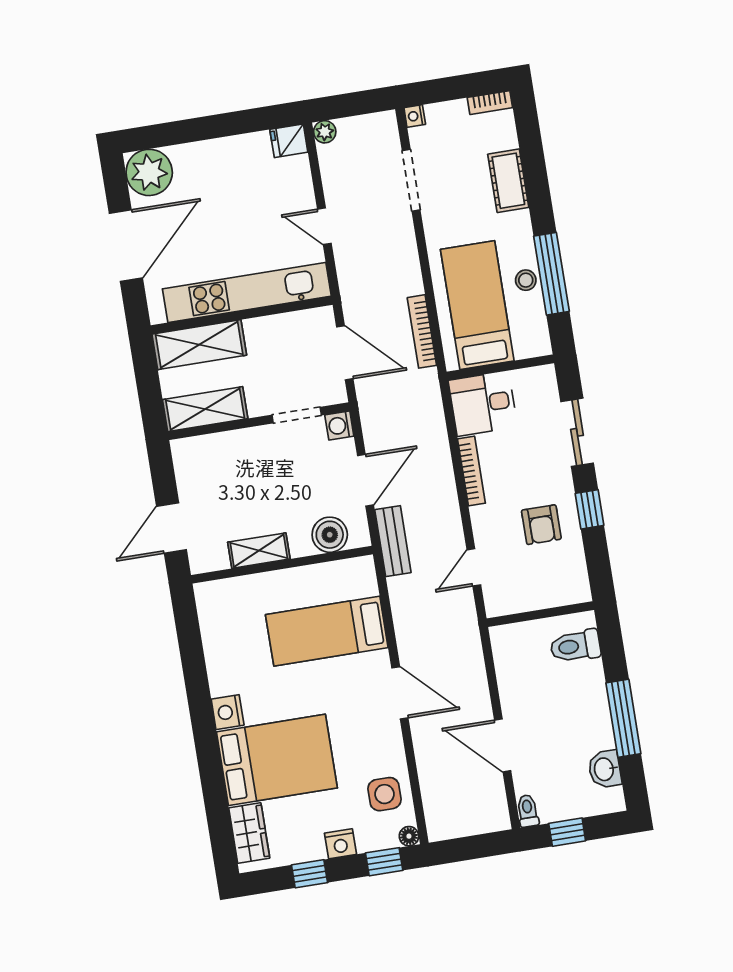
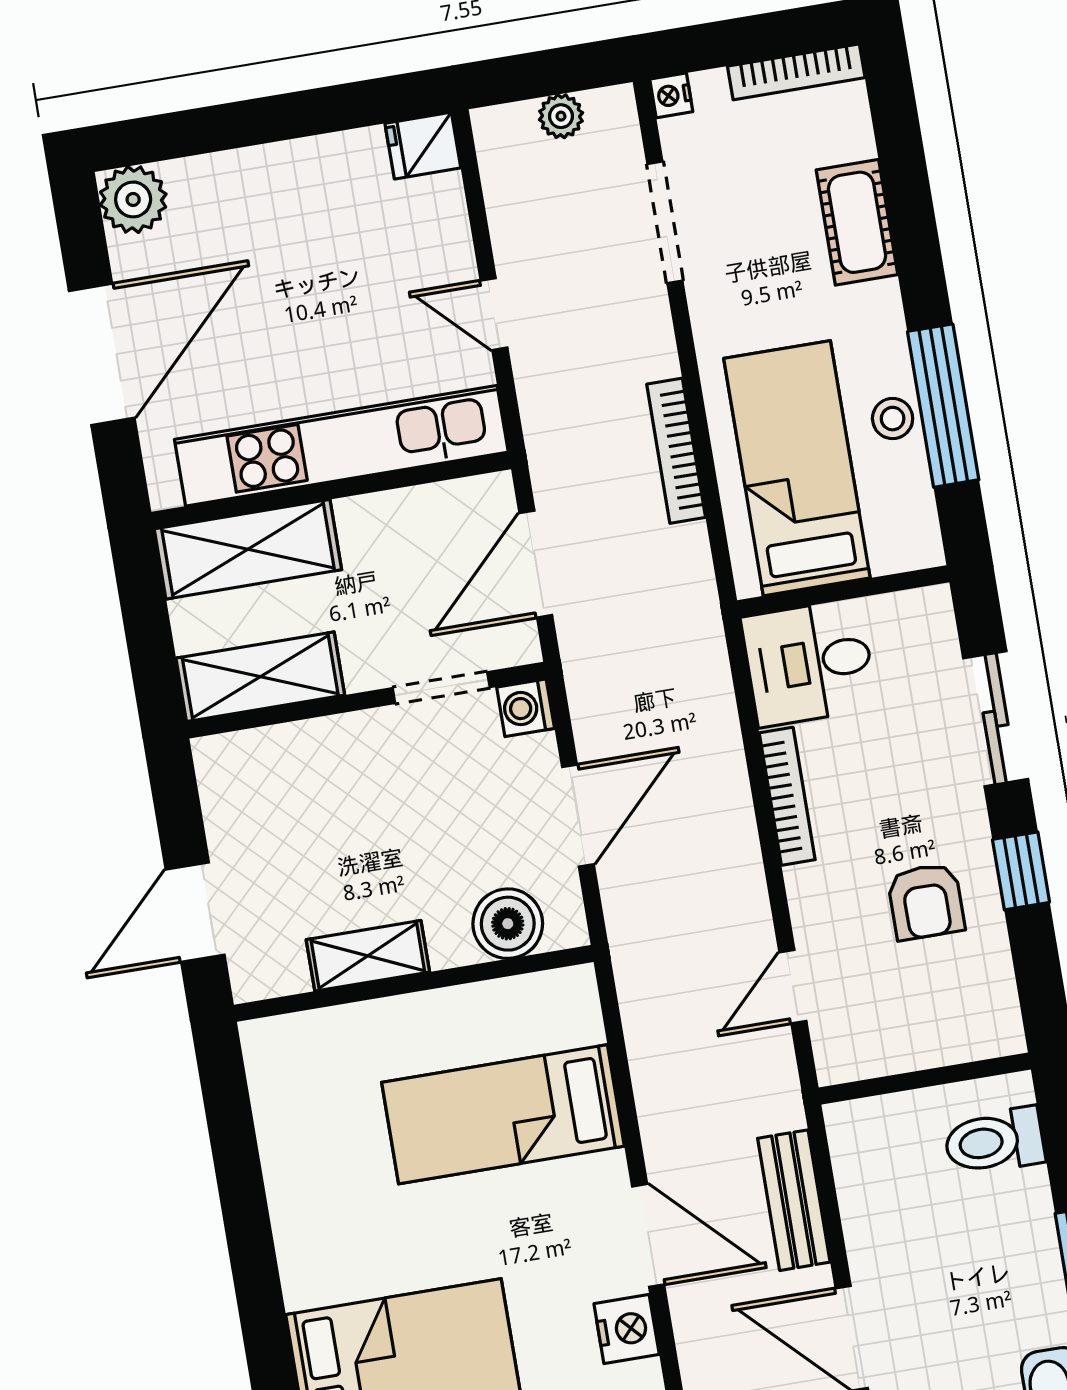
bookcase: (490, 103) -> (796, 72), width x1.56
plant: (325, 132) -> (561, 116), moved
plant: (149, 172) -> (133, 199), width x0.73, depth x0.73
bookcase: (422, 331) -> (676, 451), moved
door: (345, 353) -> (536, 564), swing flipped
bench: (393, 541) -> (794, 1200), moved
nightstand: (228, 712) -> (627, 1329), moved, turned 180

